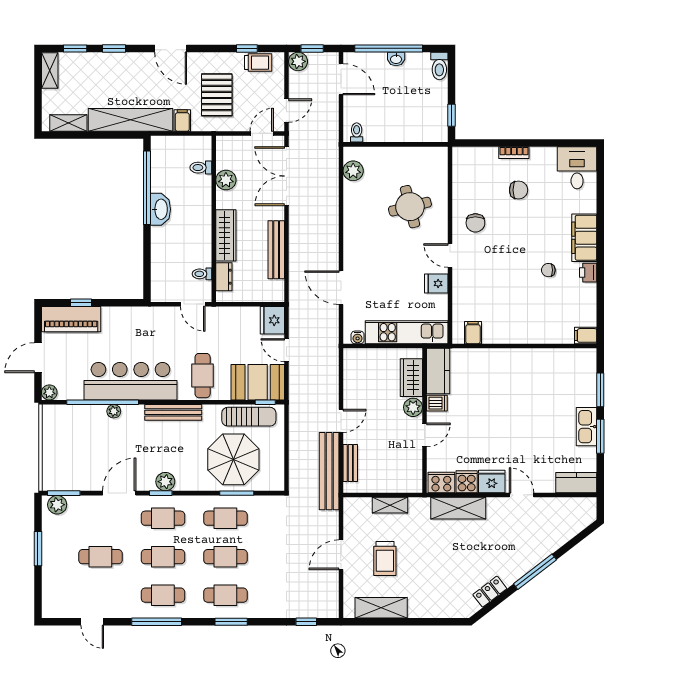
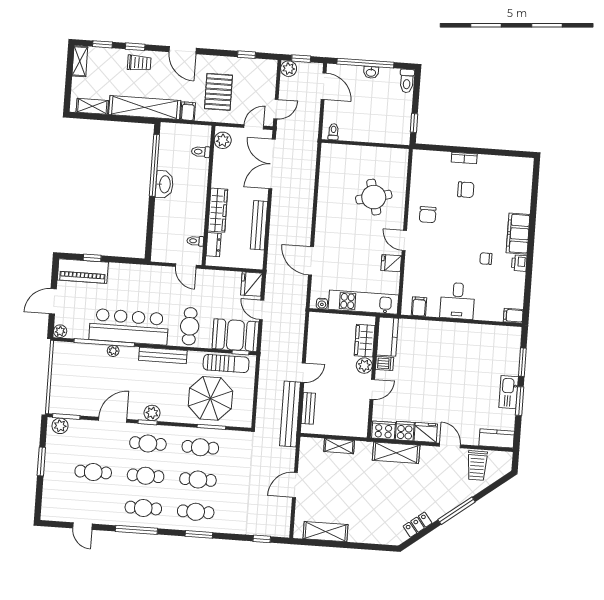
trolley: (258, 63) -> (139, 63), moved
desk: (577, 168) -> (457, 301), moved, turned 180
plant: (353, 171) -> (328, 164), removed
plant: (226, 180) -> (223, 140), moved
trolley: (385, 558) -> (477, 465), moved

